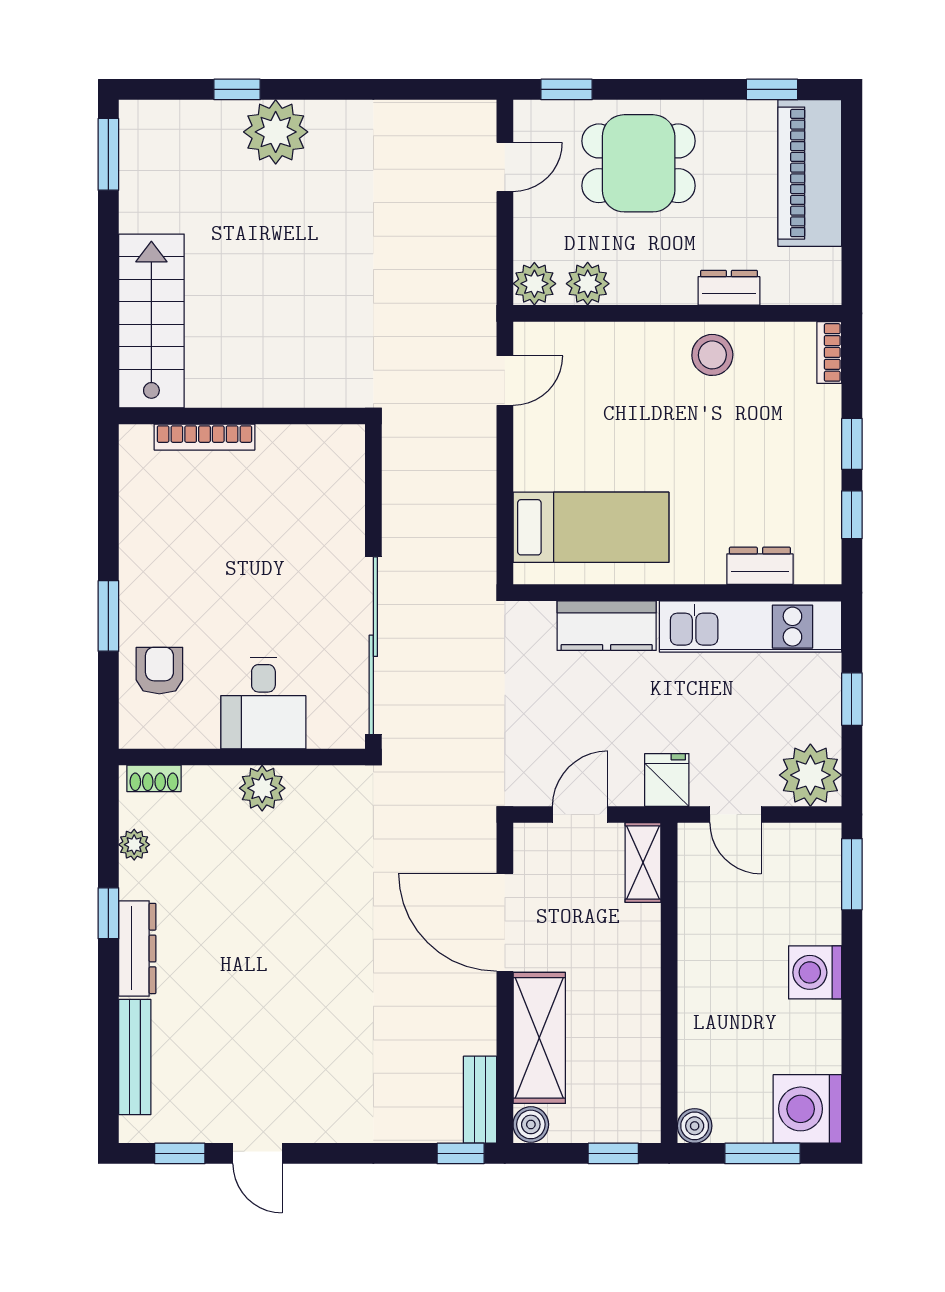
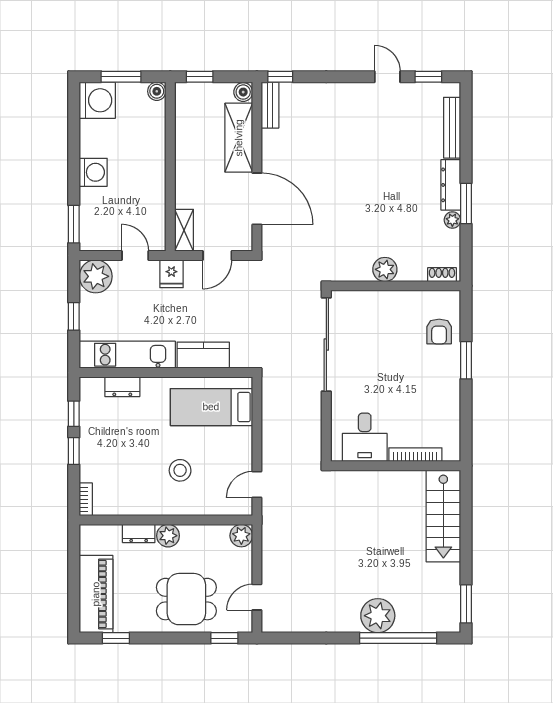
window: (237, 89) -> (398, 638), width x3.17
plant: (588, 284) -> (168, 536), moved
stool: (712, 355) -> (180, 470), moved
desk: (263, 703) -> (365, 437), moved, turned 180
plant: (134, 845) -> (452, 220), moved
window: (108, 913) -> (466, 203), width x1.50

